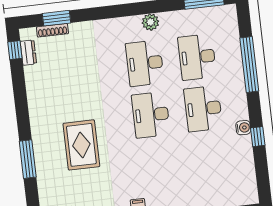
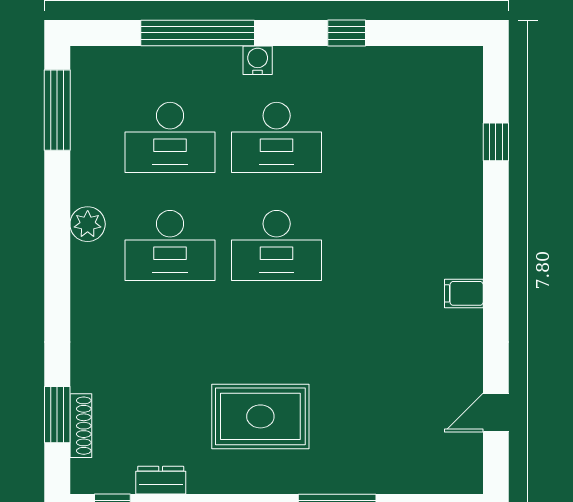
dresser: (28, 53) -> (161, 480), moved
water cooler: (243, 128) -> (258, 60), moved
rug: (81, 145) -> (260, 416), moved

